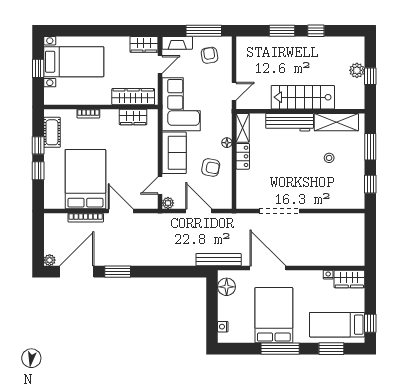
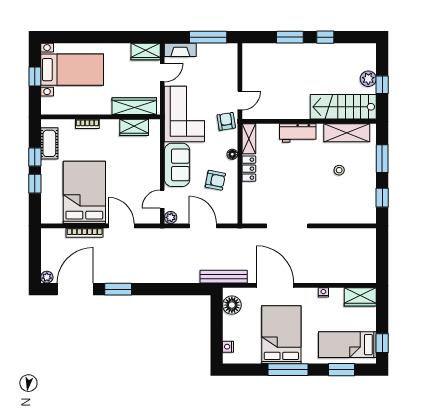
armchair: (209, 55) -> (226, 121), moved
stairs: (303, 97) -> (343, 107), moved
workbench: (290, 122) -> (298, 133), width x0.73
nightstand: (328, 275) -> (323, 292), moved

